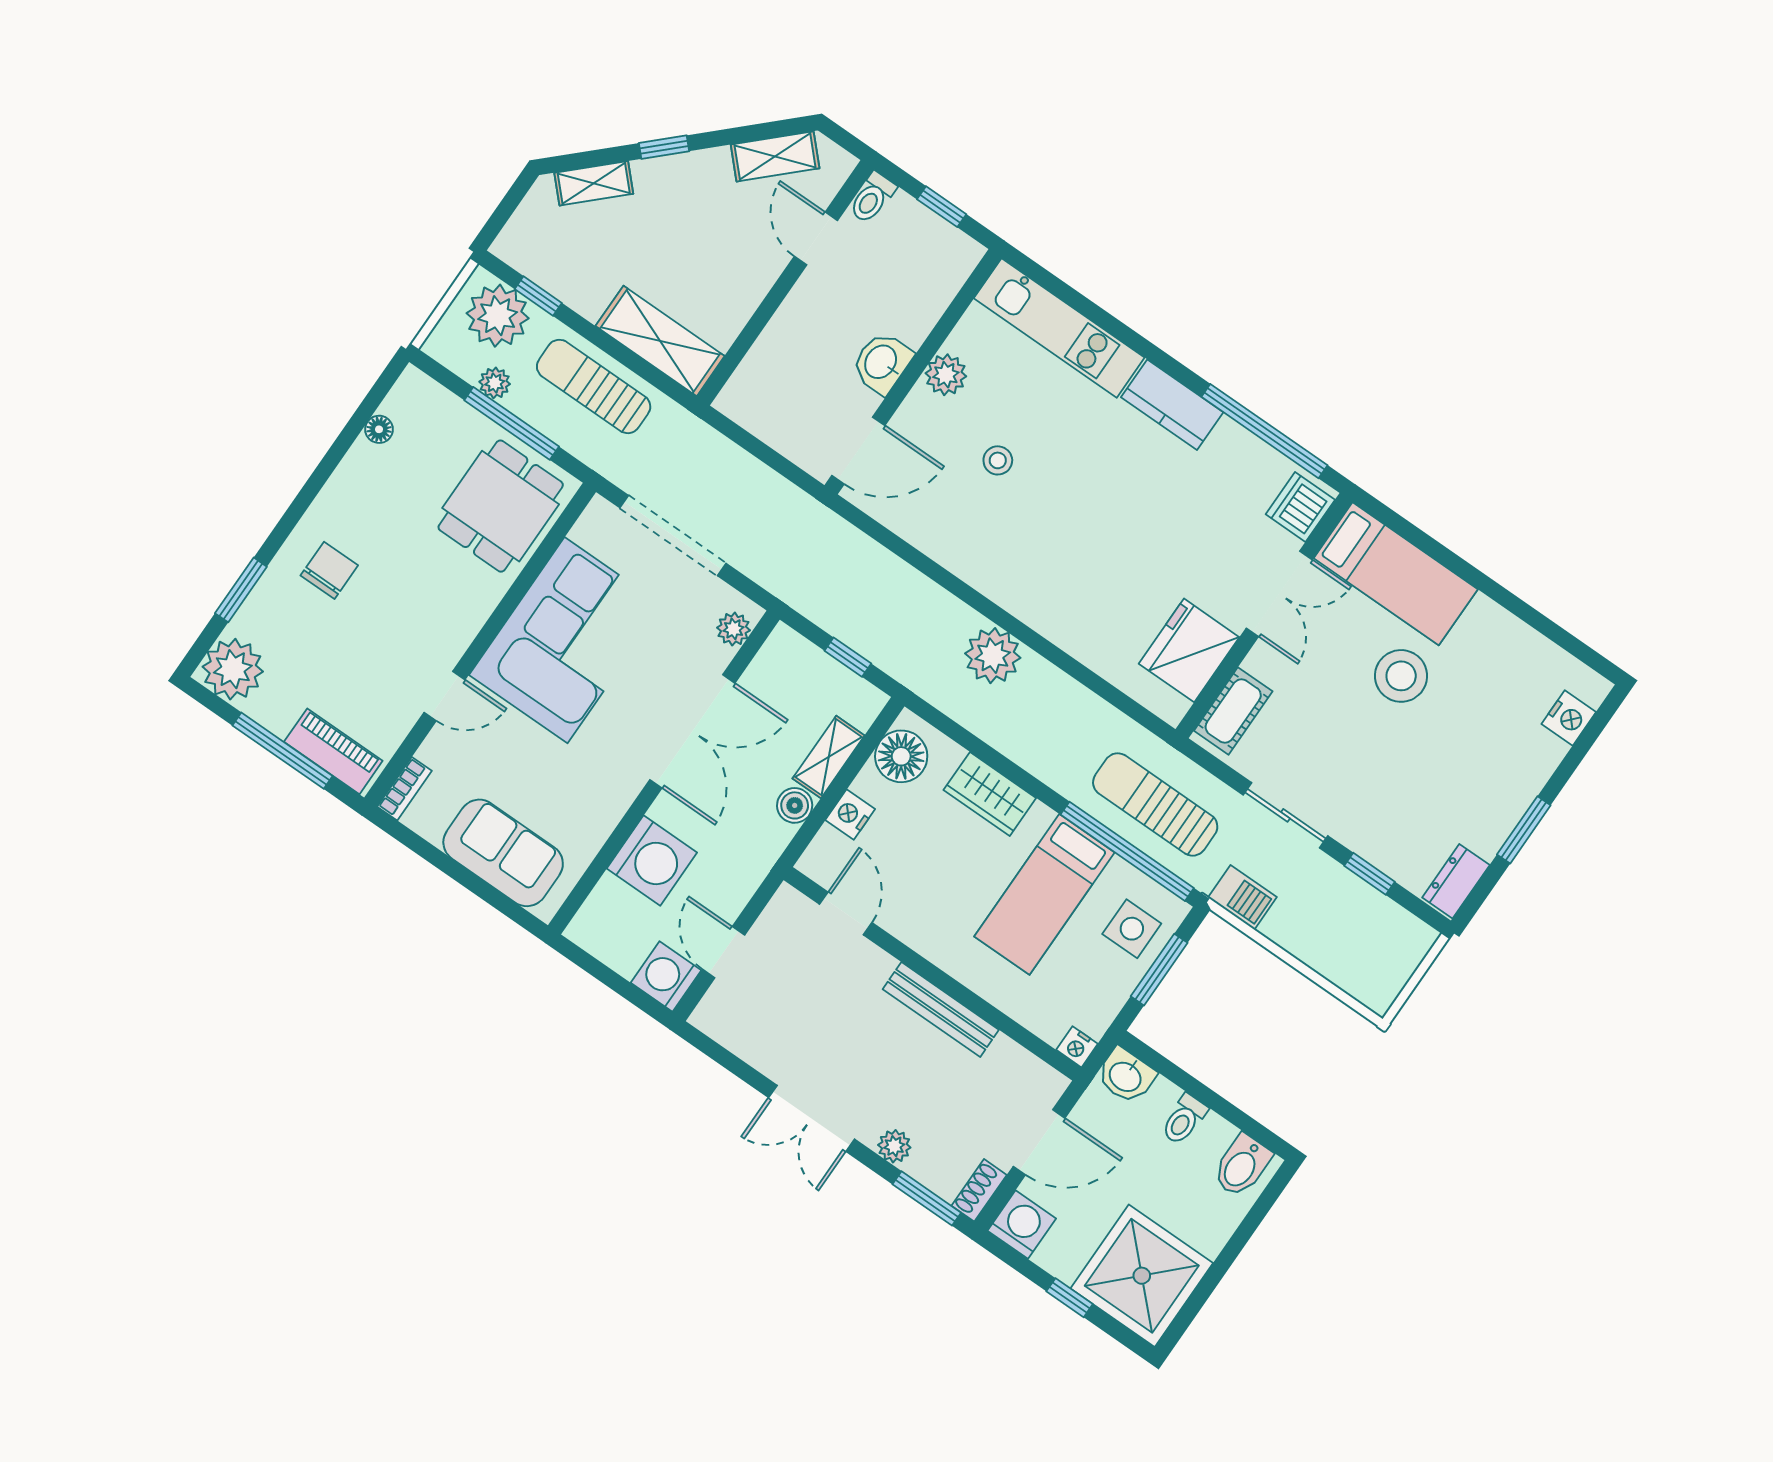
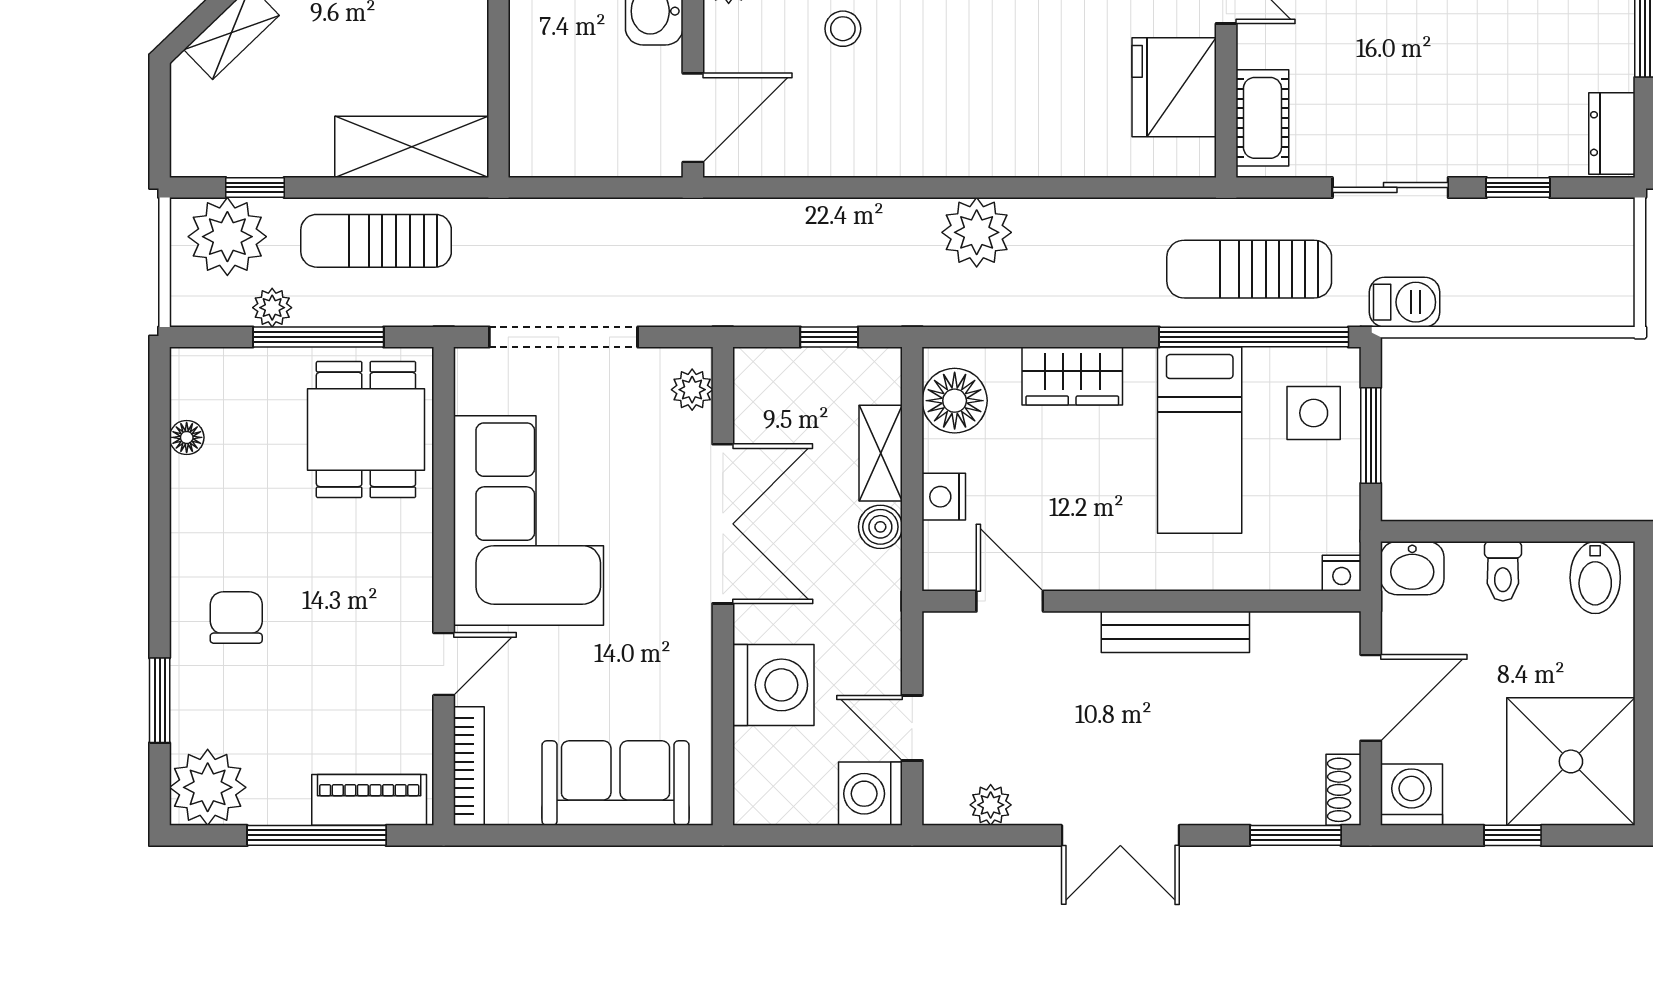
bookcase: (405, 789) -> (469, 766), width x1.56
plant: (894, 1146) -> (991, 805), moved

